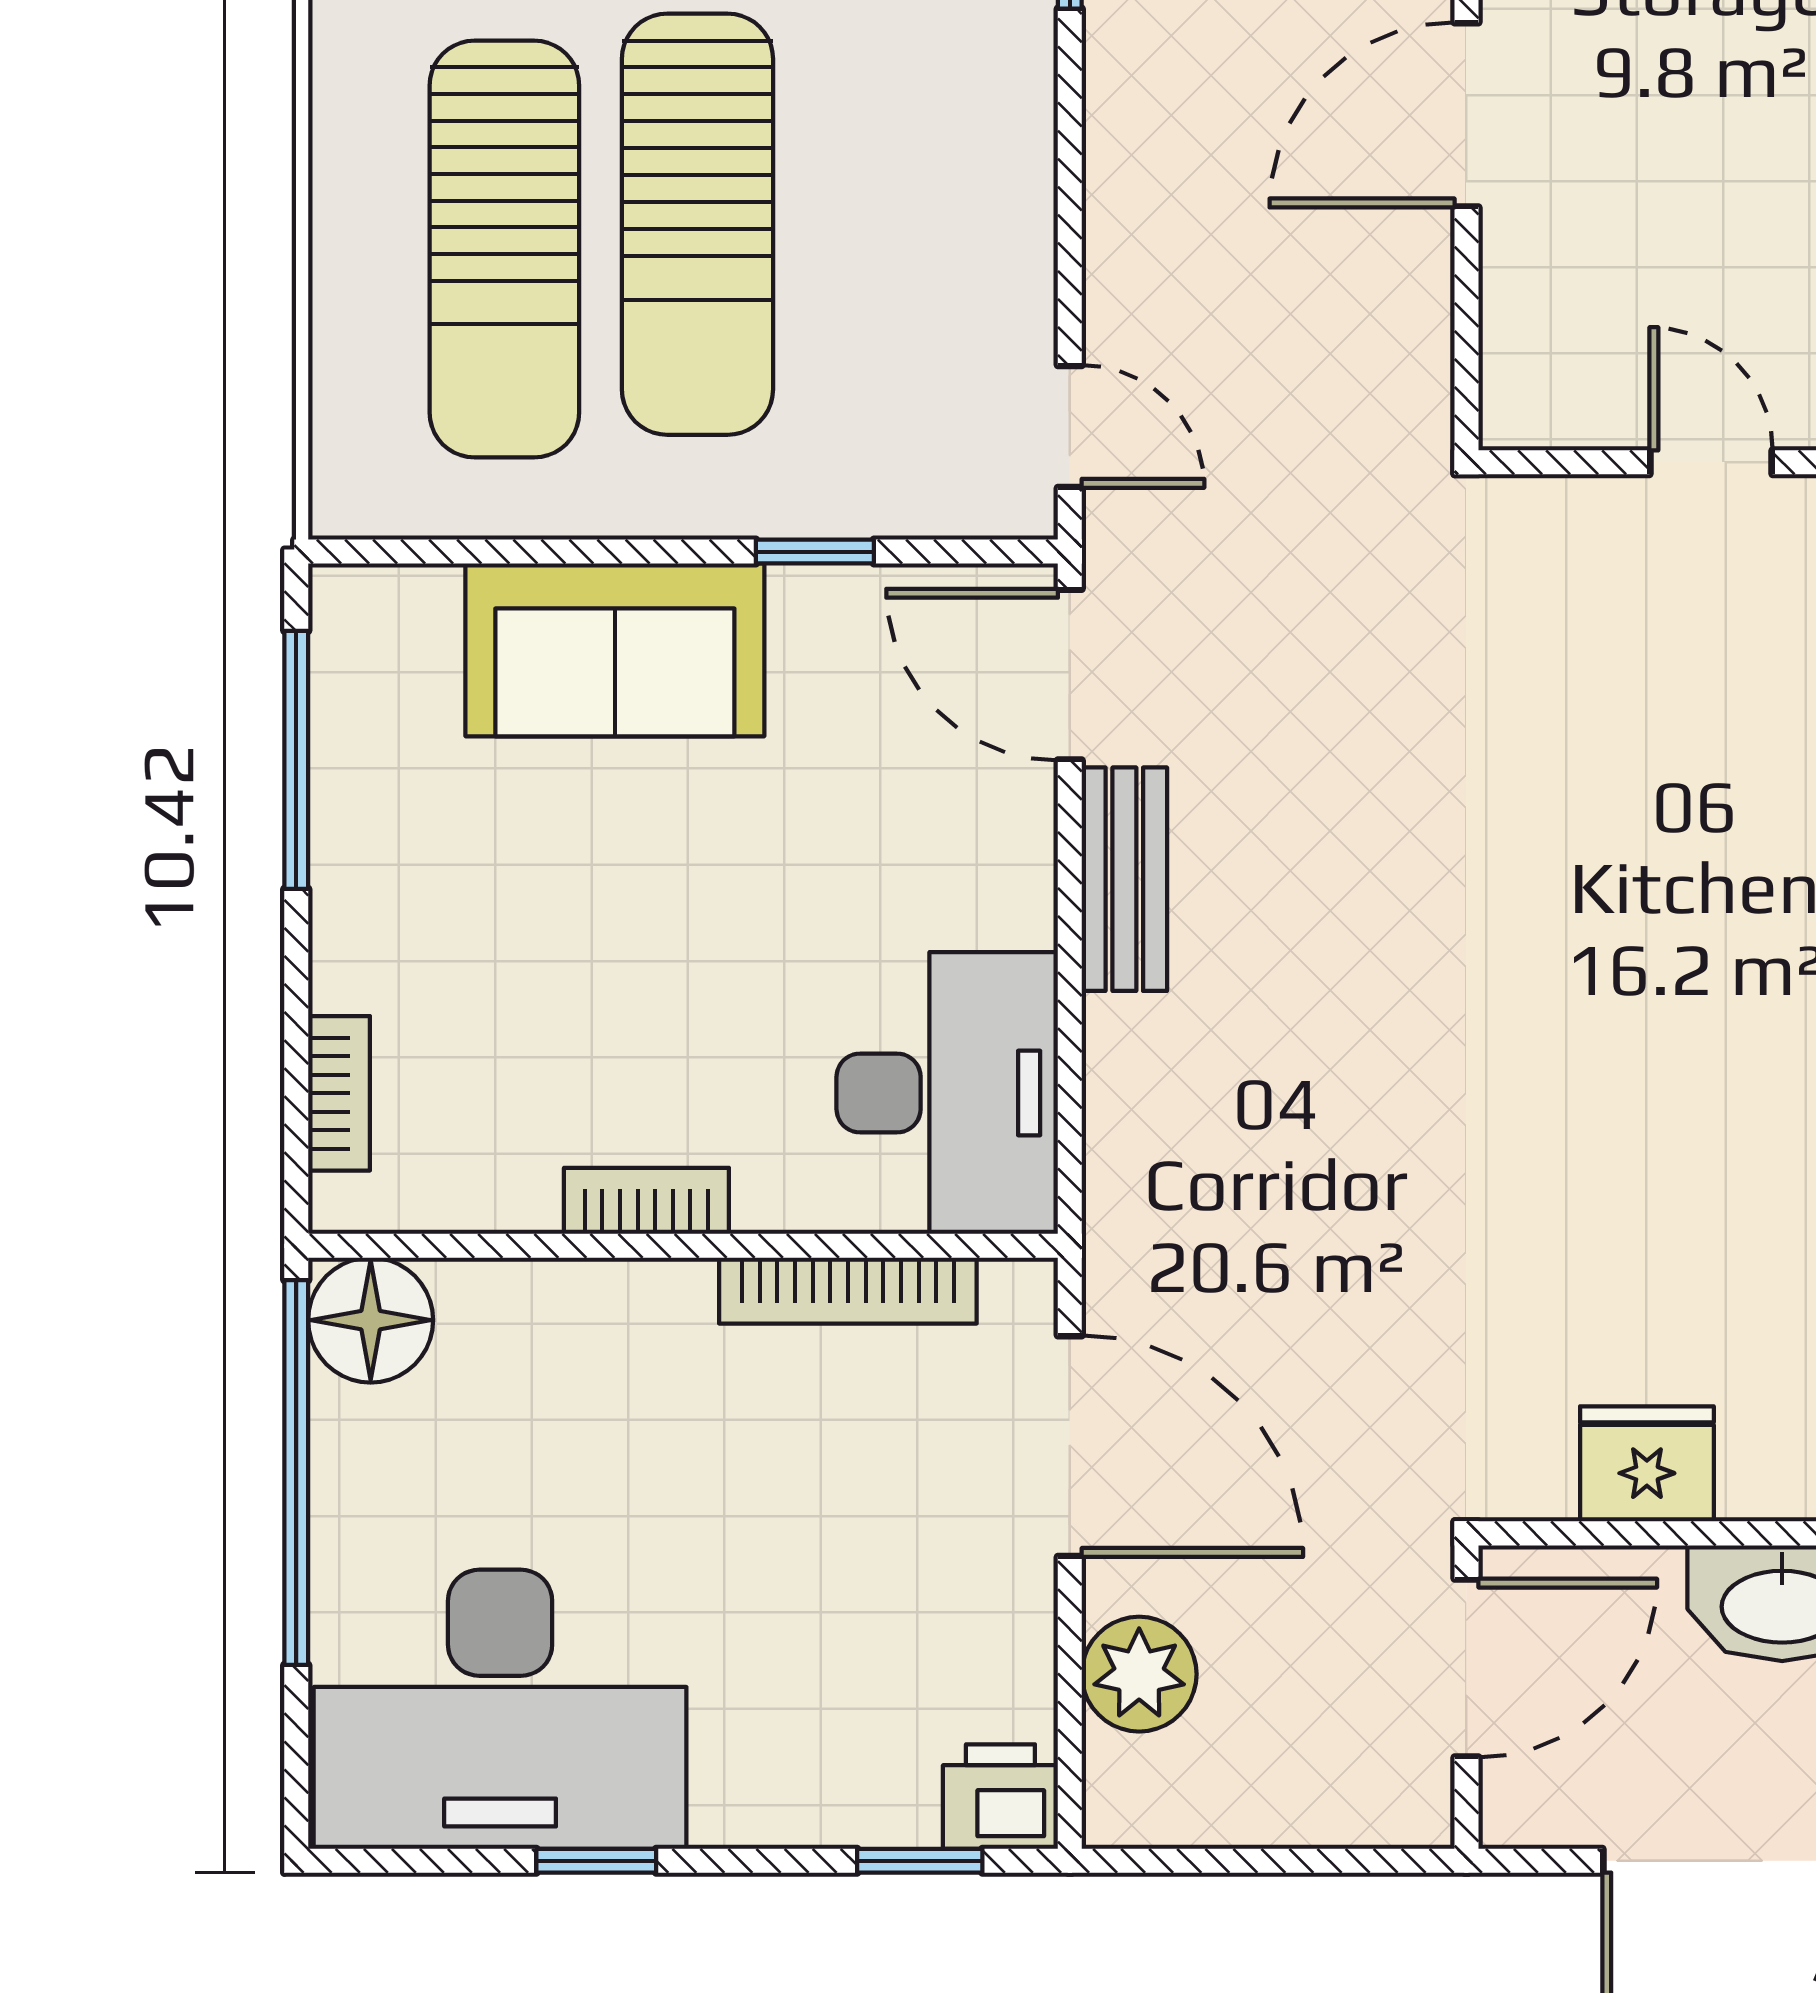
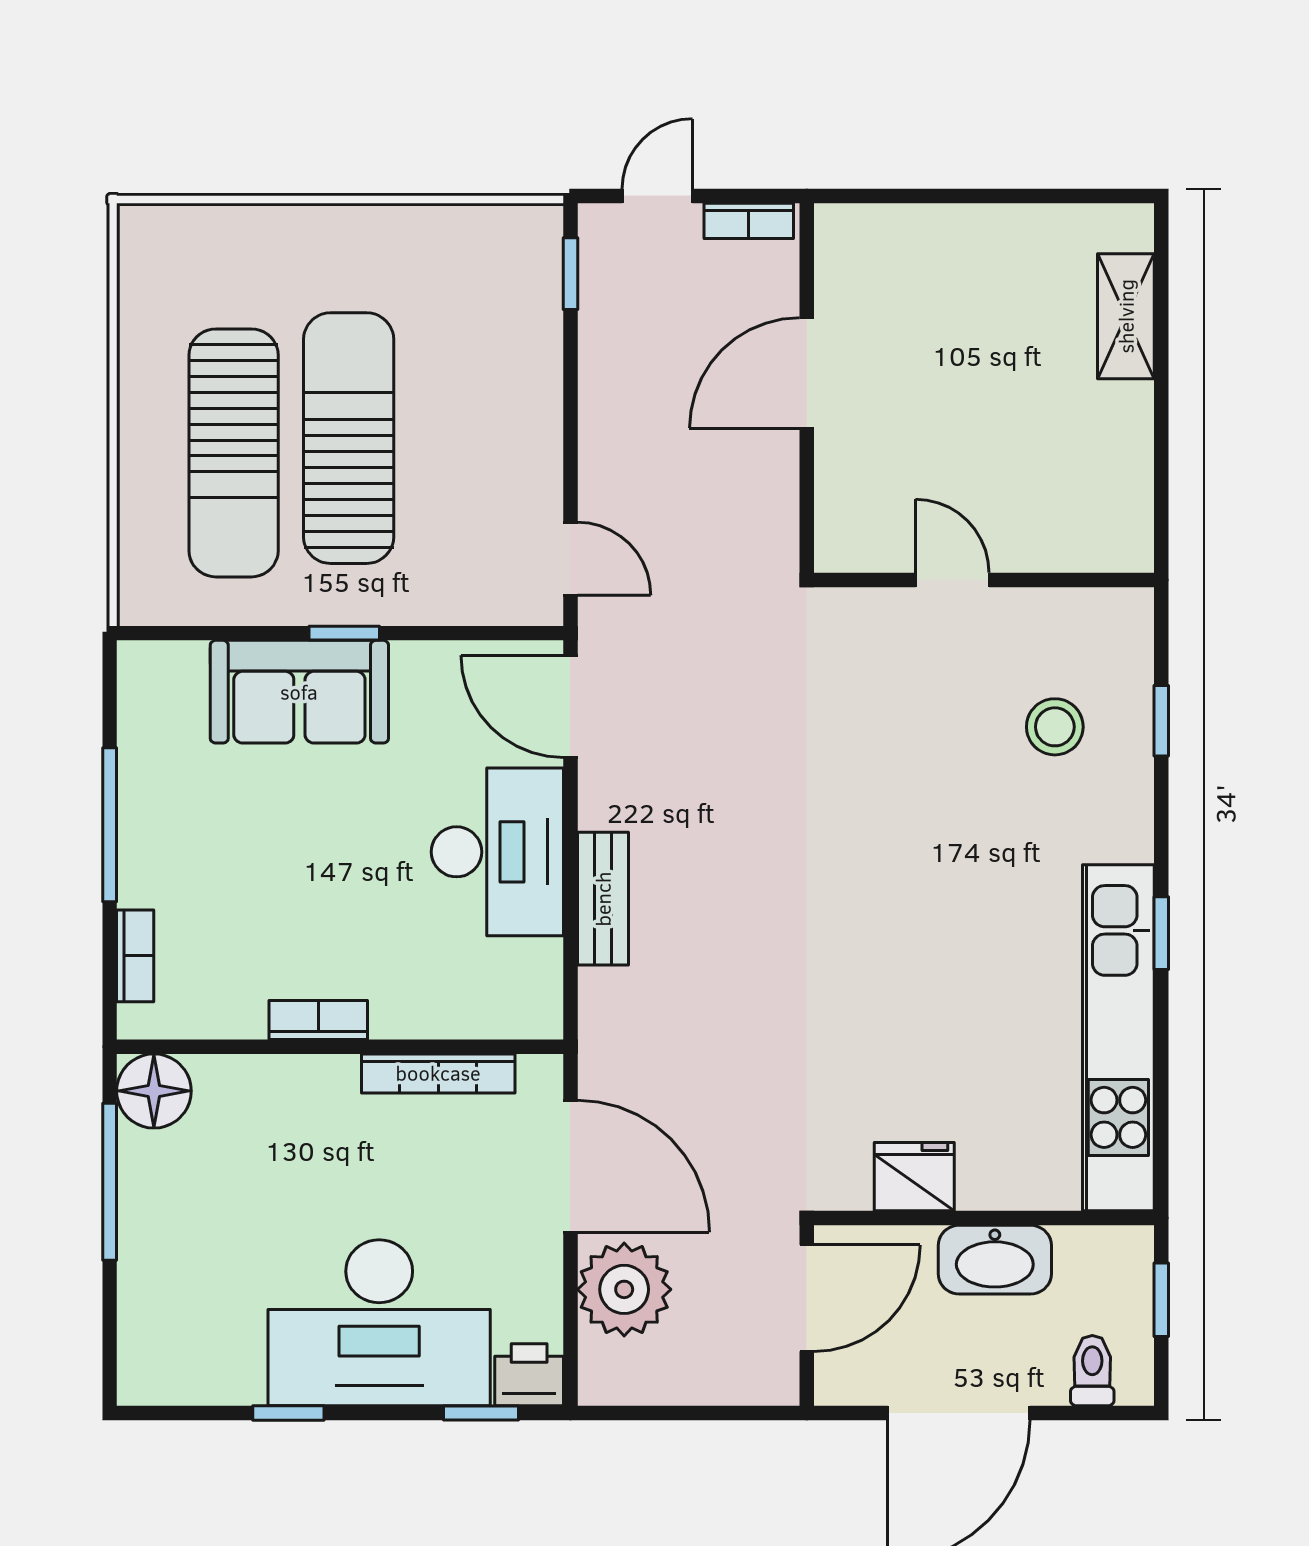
sun lounger: (697, 224) -> (349, 438), turned 180
window: (815, 552) -> (344, 633), moved
window: (296, 760) -> (110, 825), moved
bench: (1124, 879) -> (603, 899), moved
desk: (947, 1093) -> (497, 852), moved
window: (296, 1473) -> (110, 1182), width x0.68
plant: (1139, 1674) -> (624, 1289), width x1.36, depth x1.36
desk: (500, 1709) -> (379, 1323), moved

